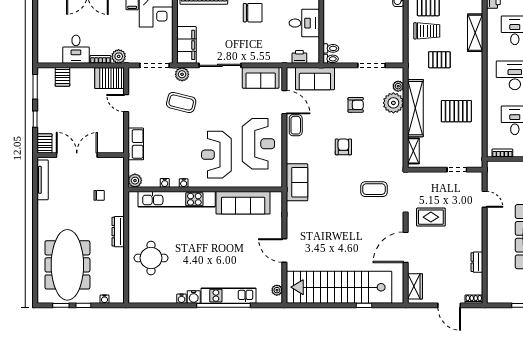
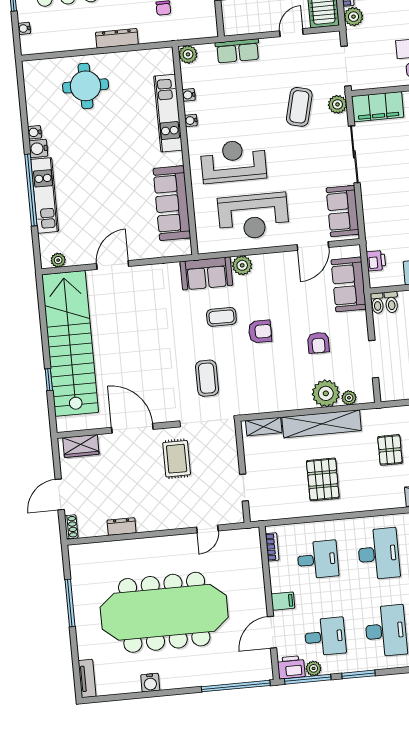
coffee table: (296, 125) -> (221, 317), moved
plant: (294, 155) -> (242, 265), added
kitchen unit: (177, 199) -> (168, 113), width x0.73

